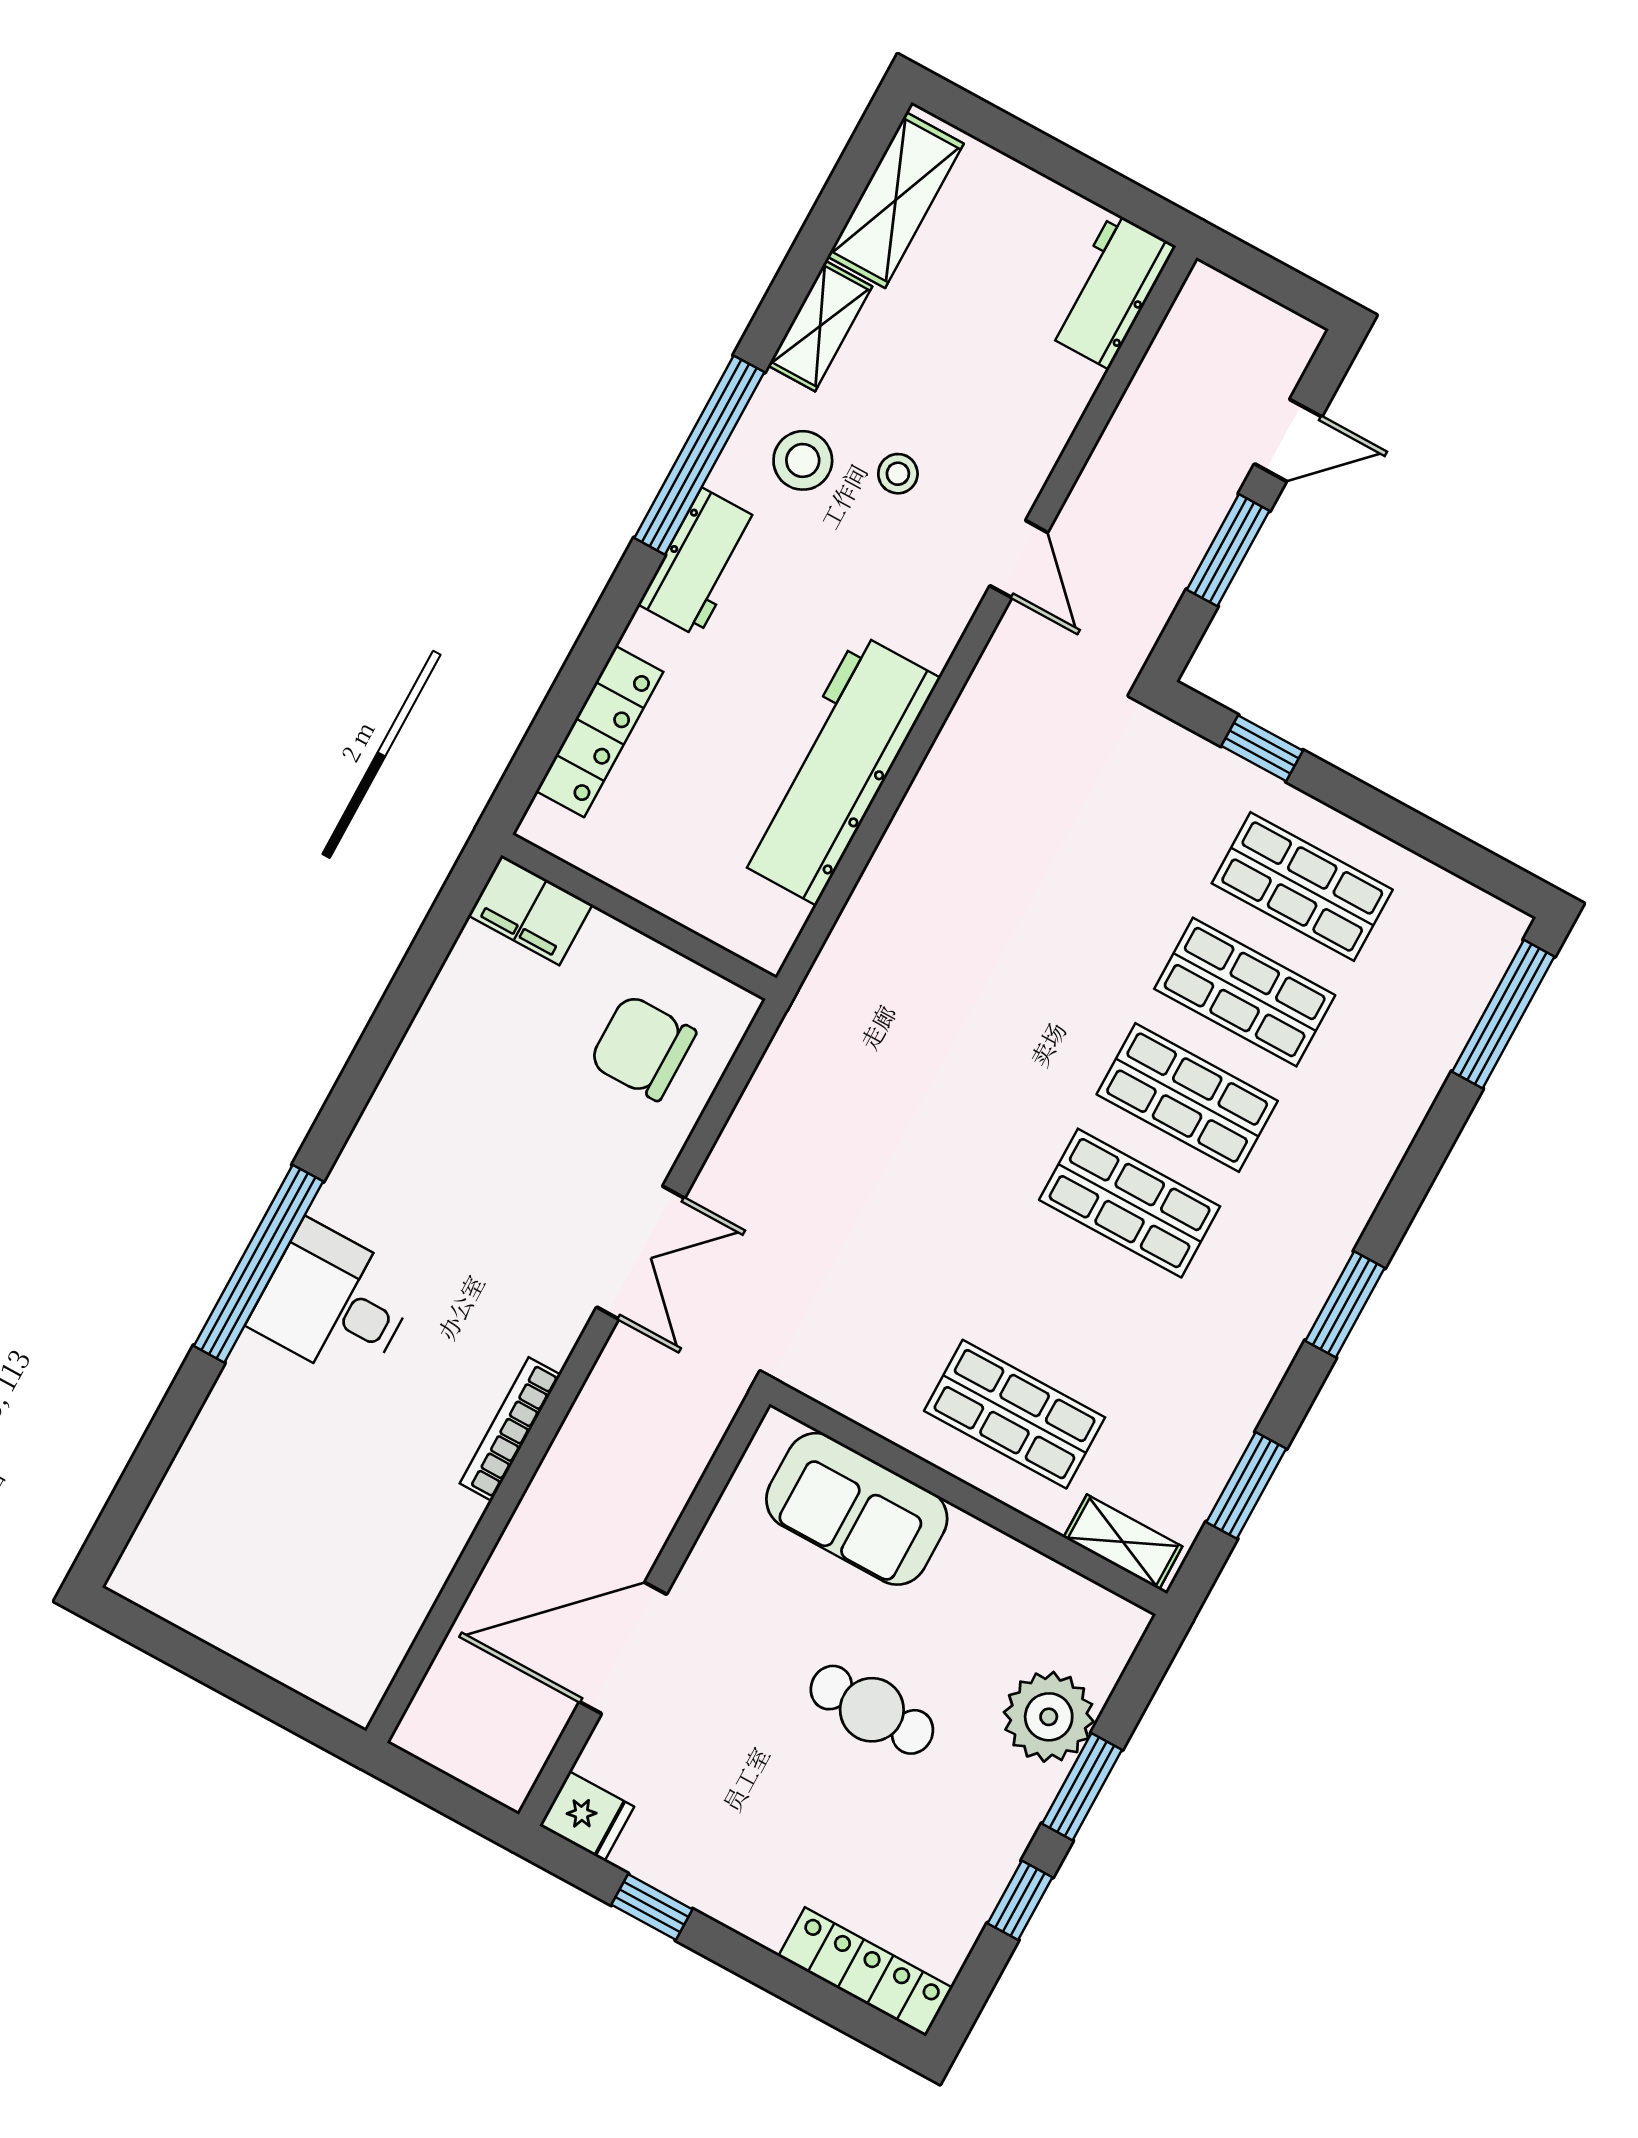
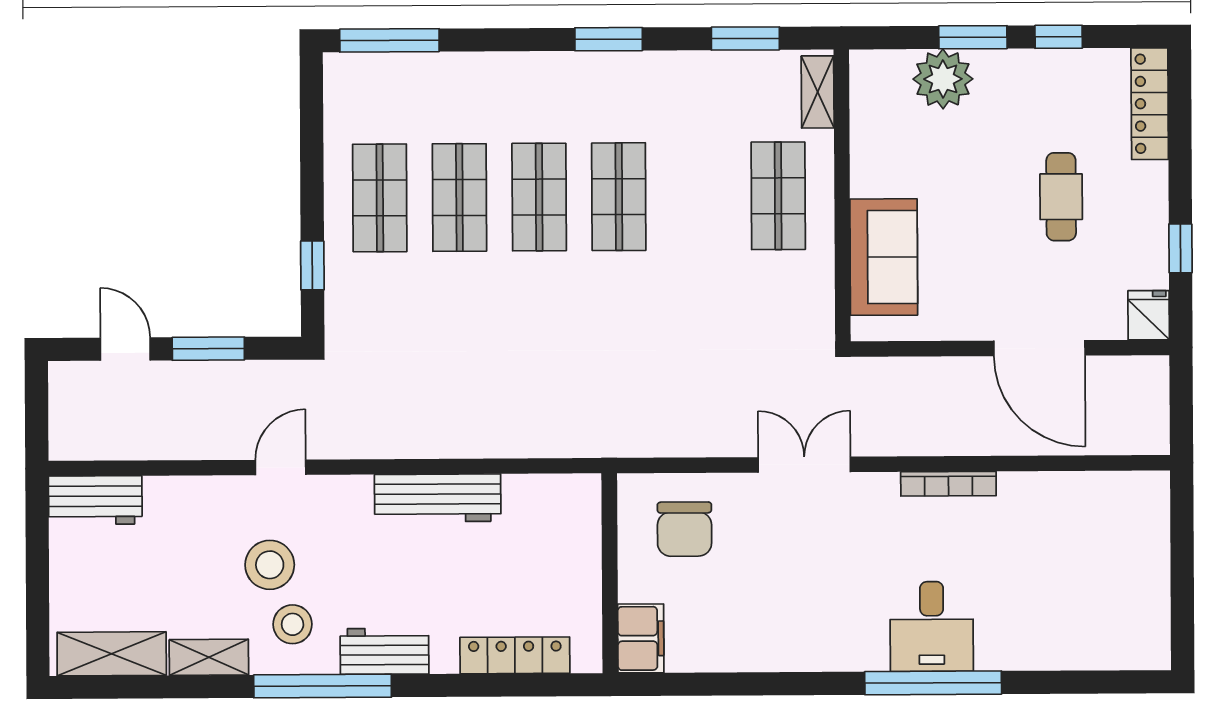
stool: (898, 474) -> (270, 565), width x1.89, depth x1.89
workbench: (837, 769) -> (438, 498), width x0.73, depth x0.76
cafe table: (872, 1710) -> (1061, 197), moved

